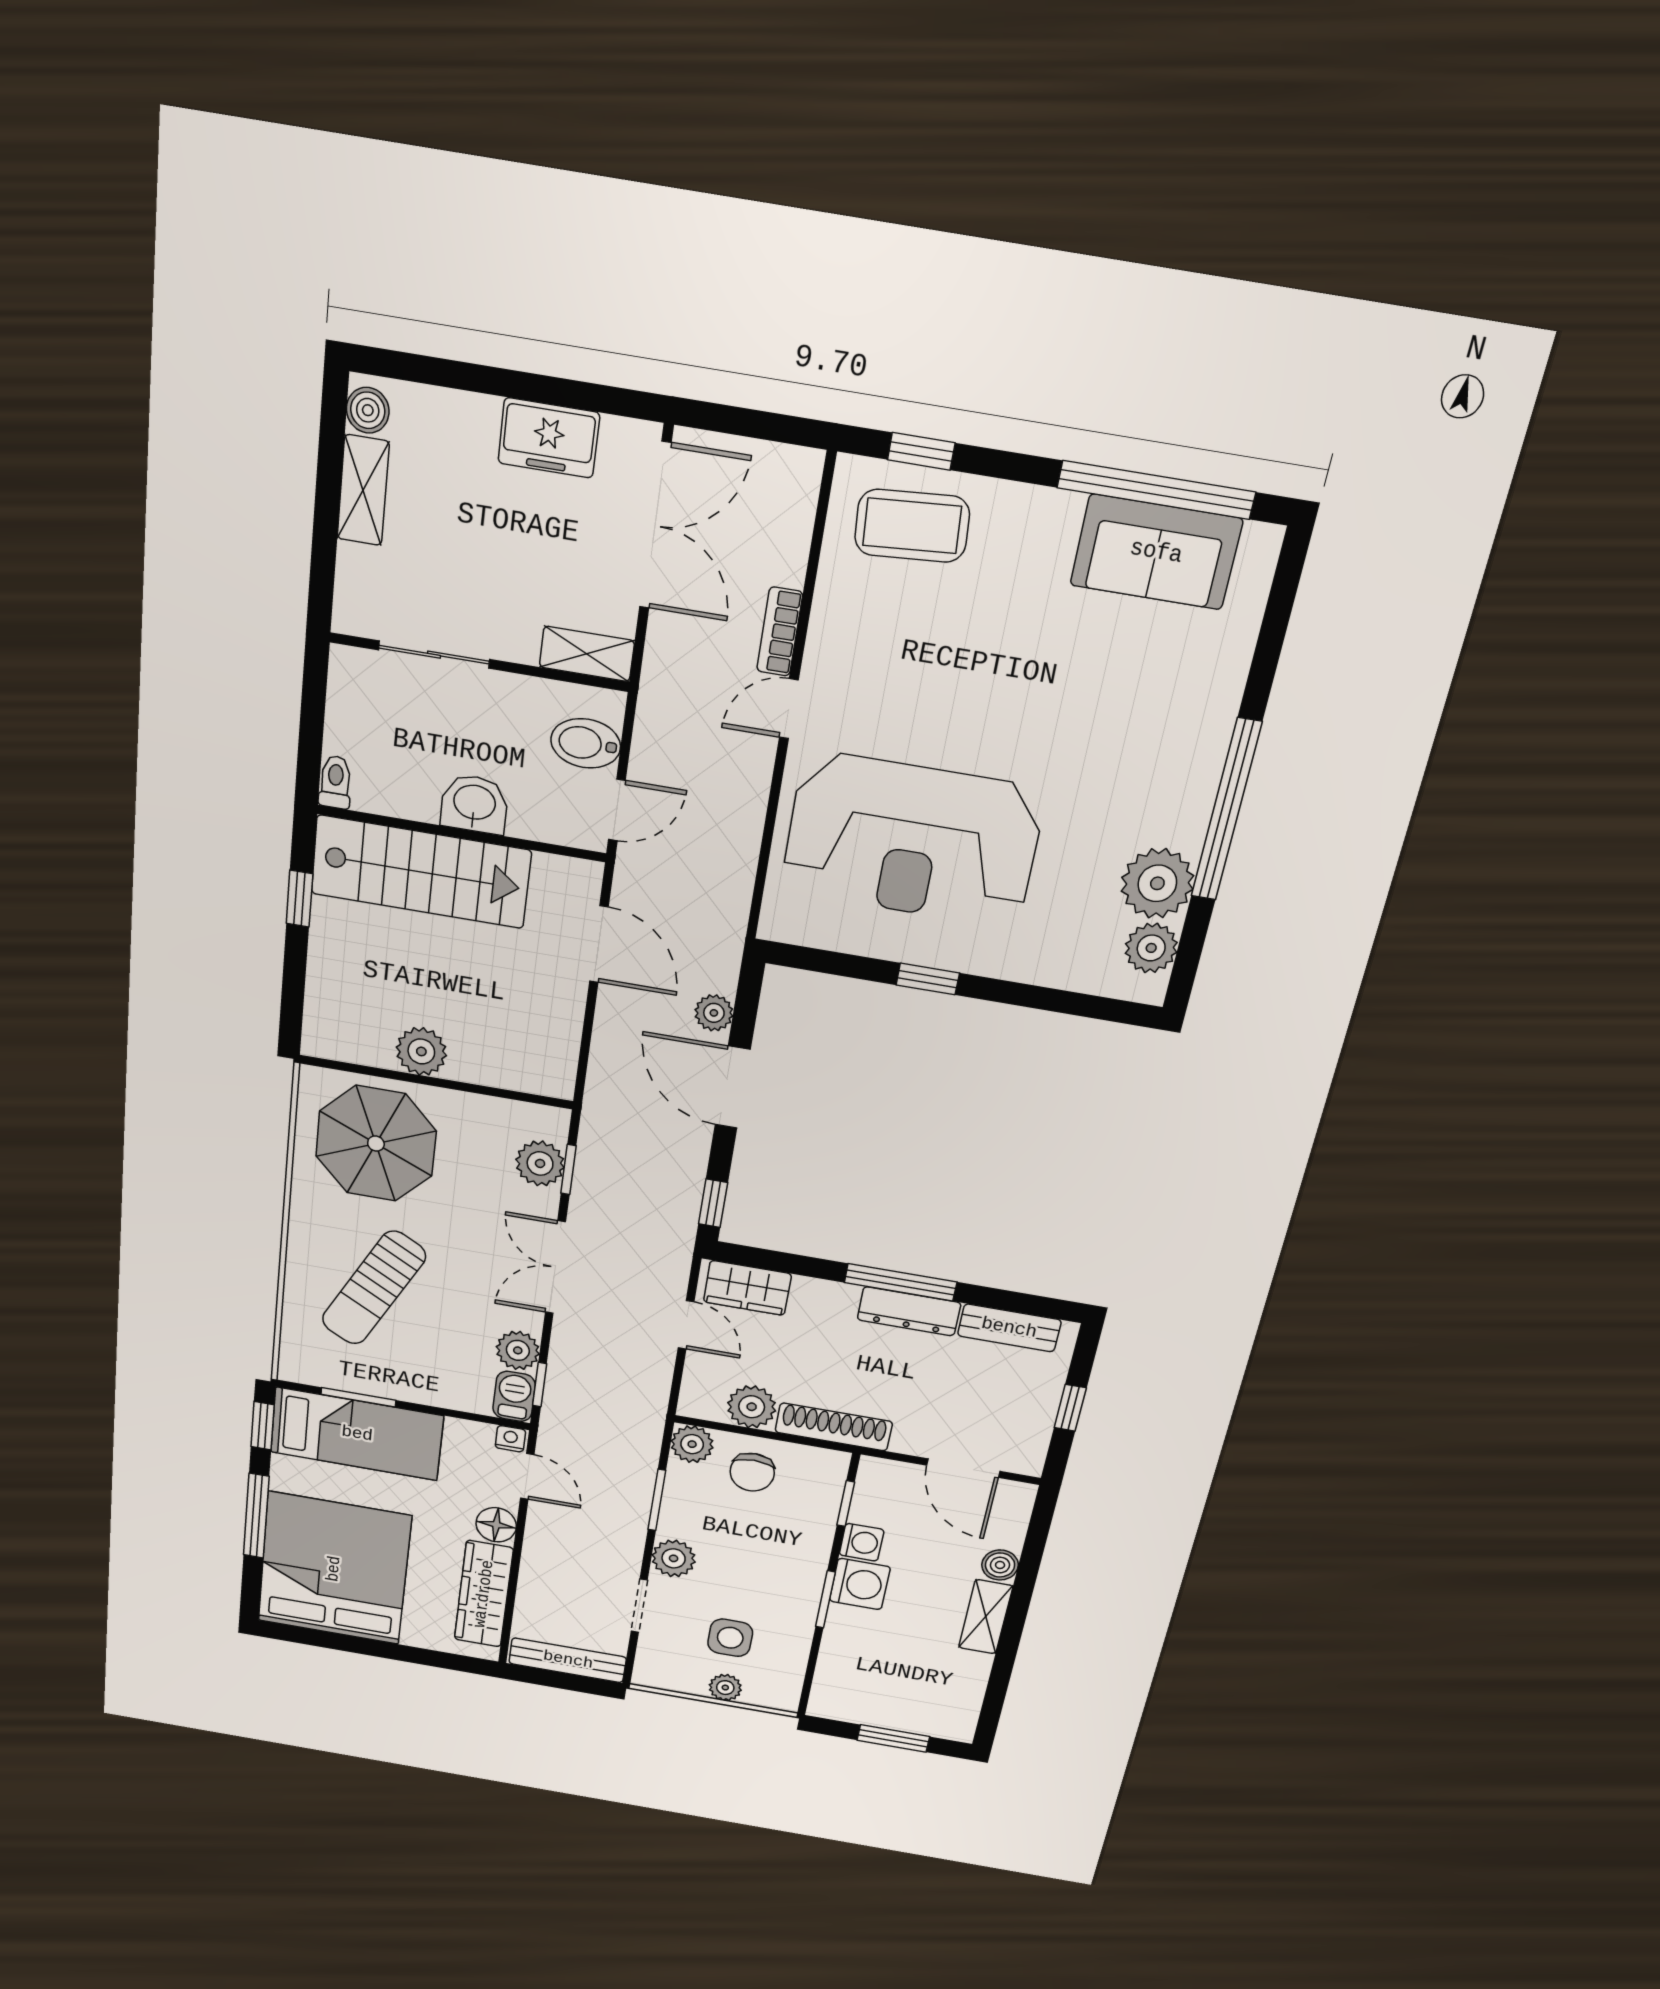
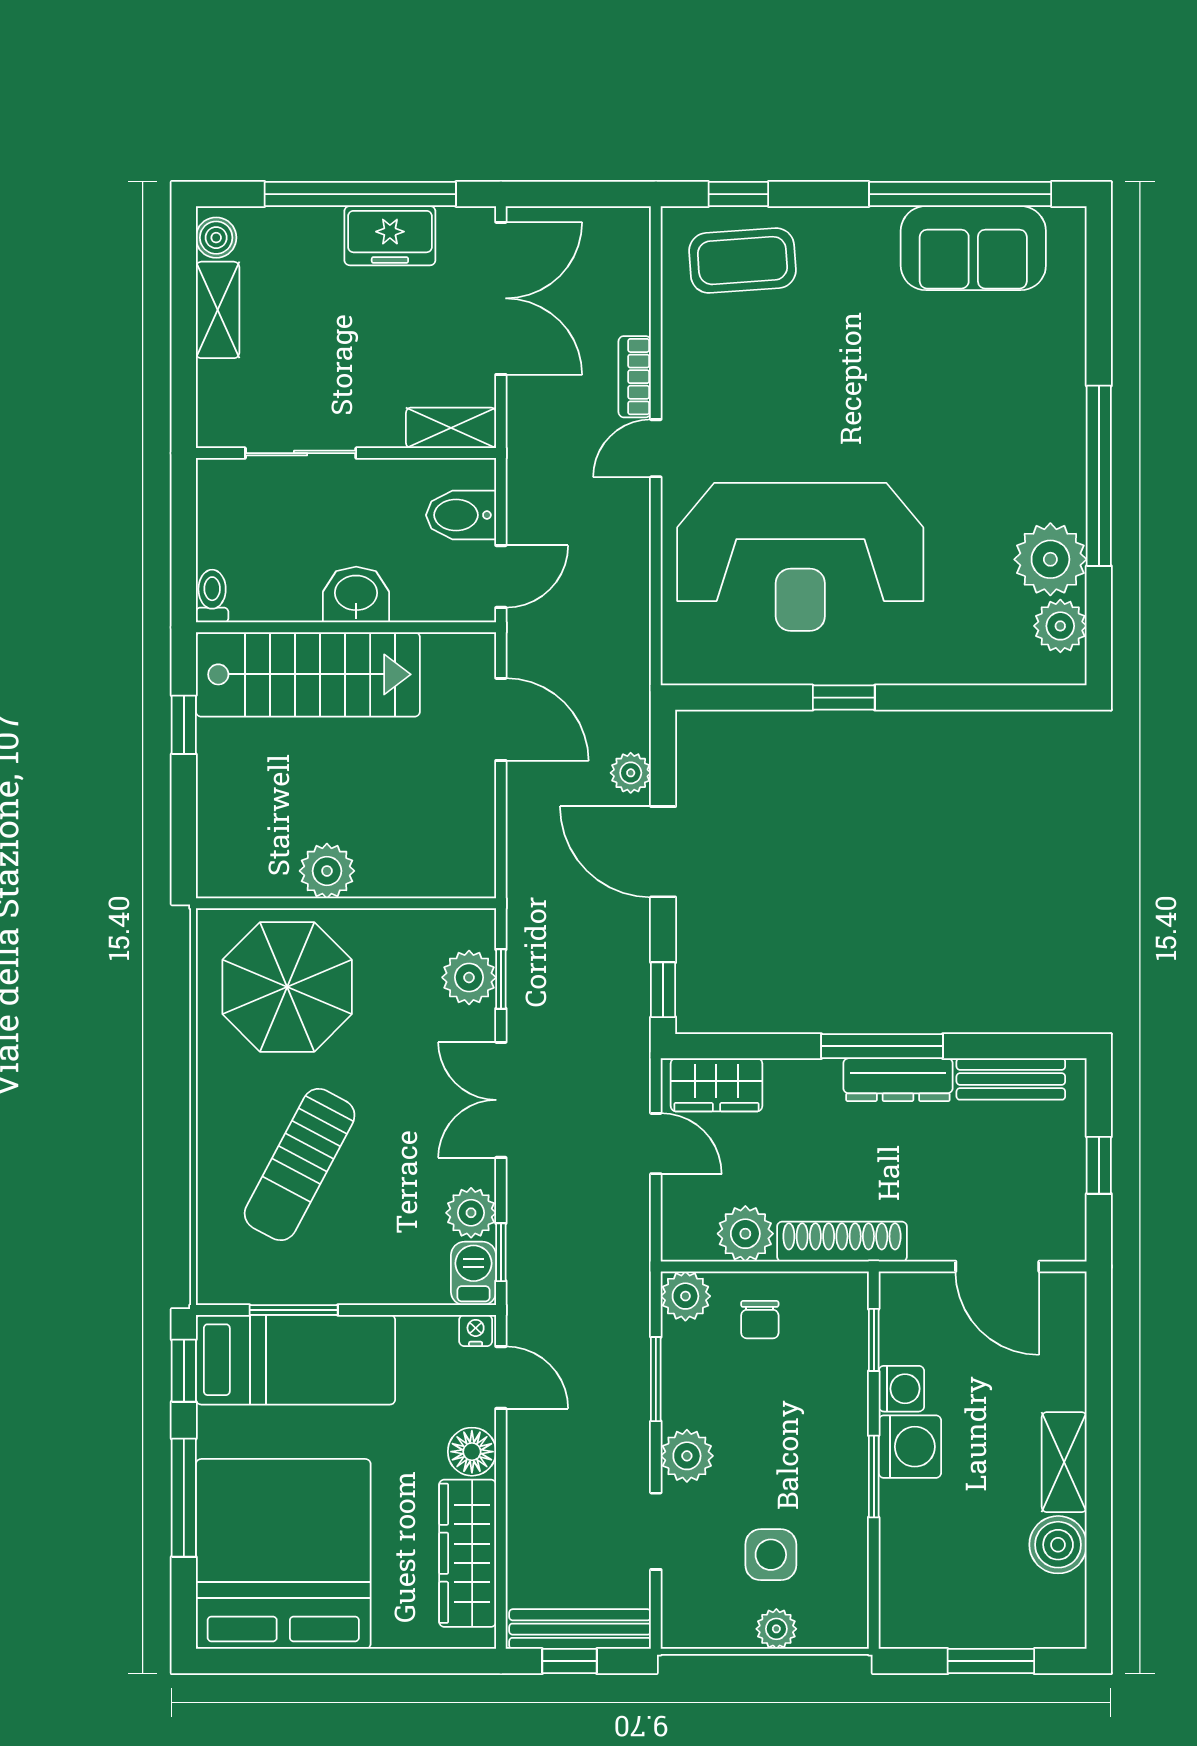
window: (523, 386) -> (360, 194), added
chair: (752, 1472) -> (760, 1320), width x0.73, depth x0.73
boiler: (1000, 1565) -> (1058, 1545), moved, width x1.36, depth x1.36
window: (556, 1680) -> (569, 1661), added

